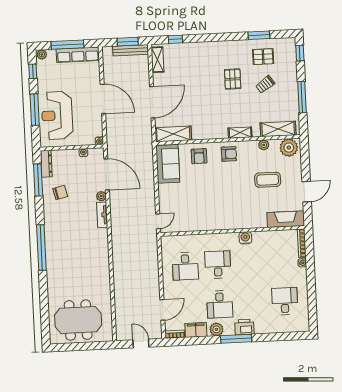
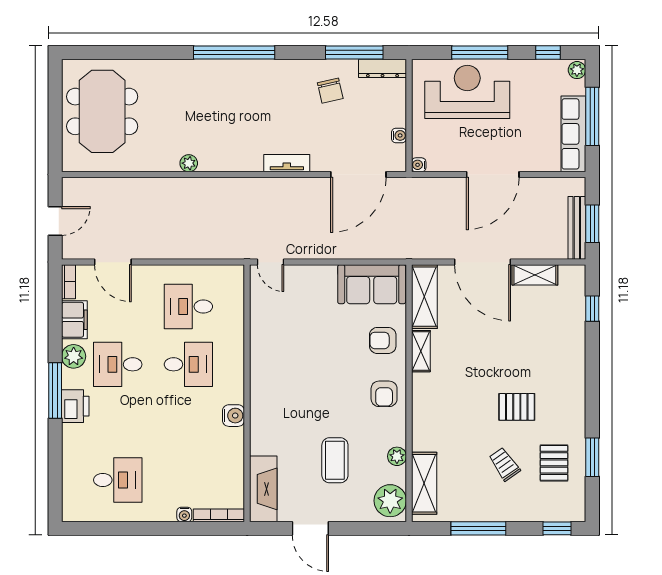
shelving: (157, 60) -> (535, 275), moved
shelving: (240, 133) -> (421, 351), moved
plant: (101, 196) -> (189, 163), moved

